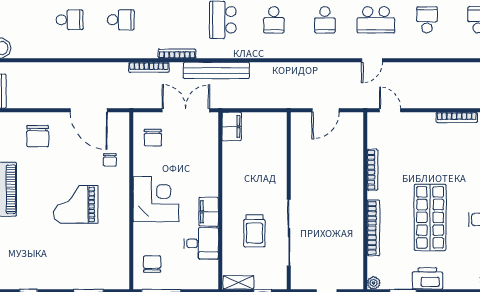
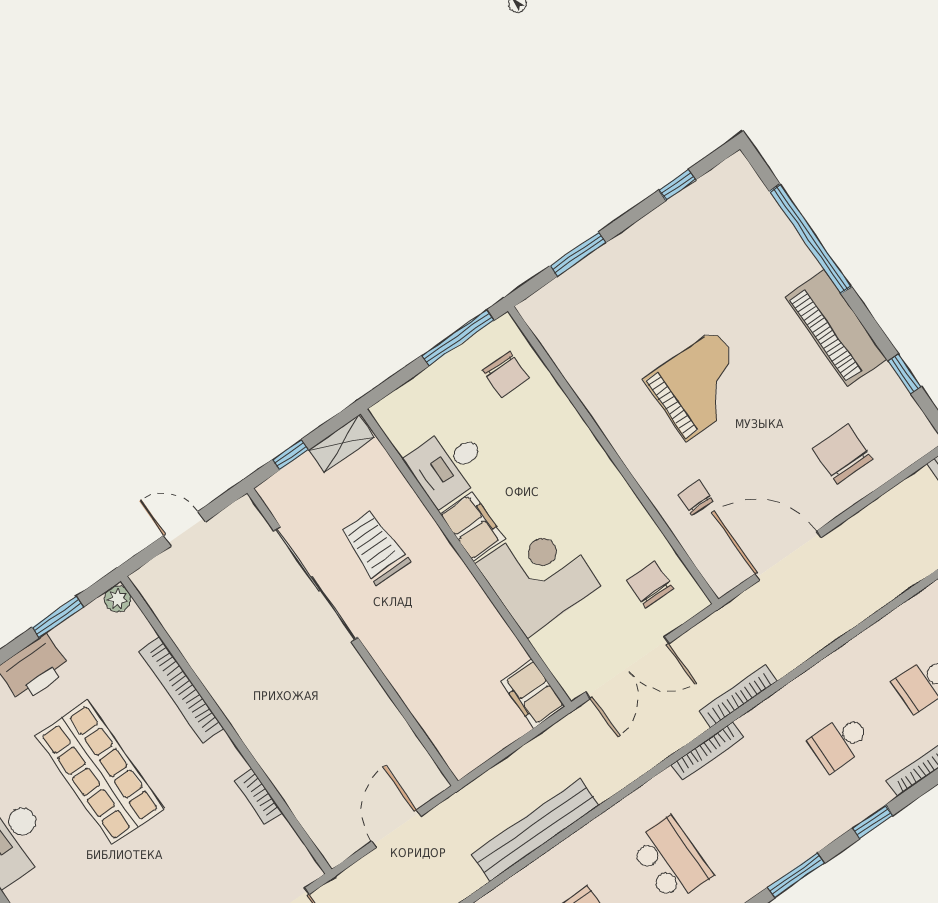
bench: (216, 70) -> (535, 830), moved
bookcase: (372, 170) -> (259, 797), width x0.64
corner desk: (156, 199) -> (538, 575), moved, turned 180

